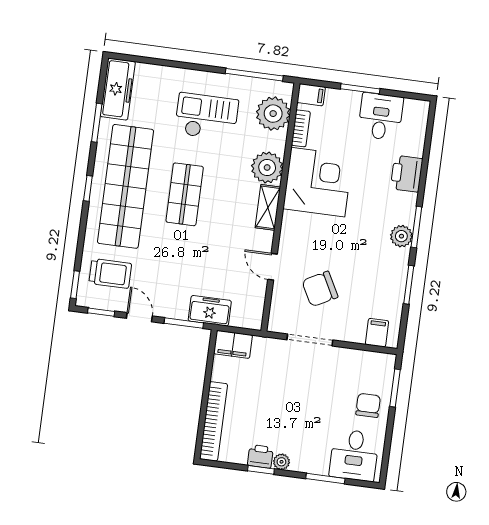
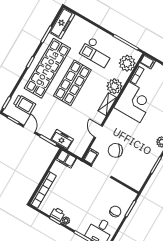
checkout: (207, 117) -> (97, 52), turned 180
shop shelf: (185, 194) -> (72, 83), width x1.43, depth x1.36
filing cabinet: (377, 333) -> (91, 156), moved

